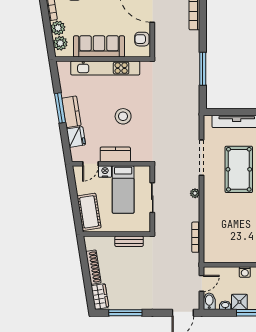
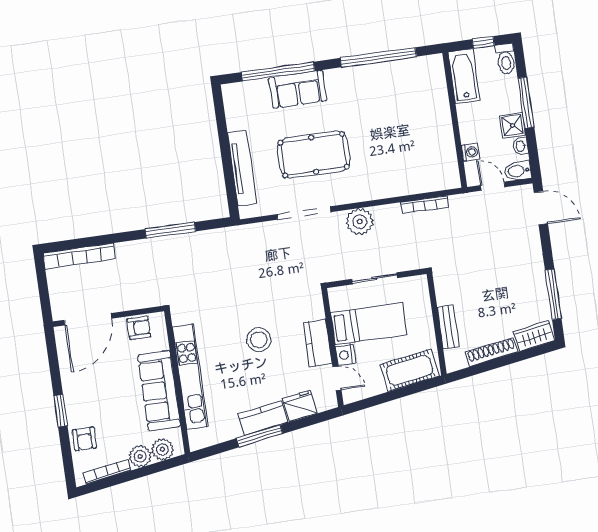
armchair: (142, 39) -> (139, 328), turned -90
plant: (195, 193) -> (360, 222), width x1.87, depth x1.87
bench: (129, 241) -> (448, 327), moved
washing machine: (245, 272) -> (470, 152), moved

